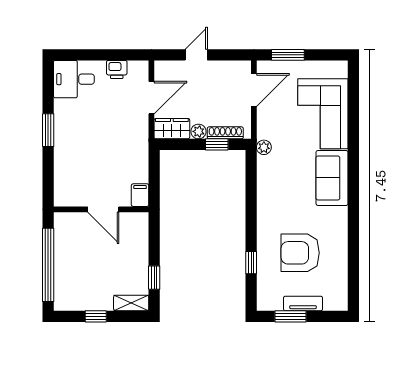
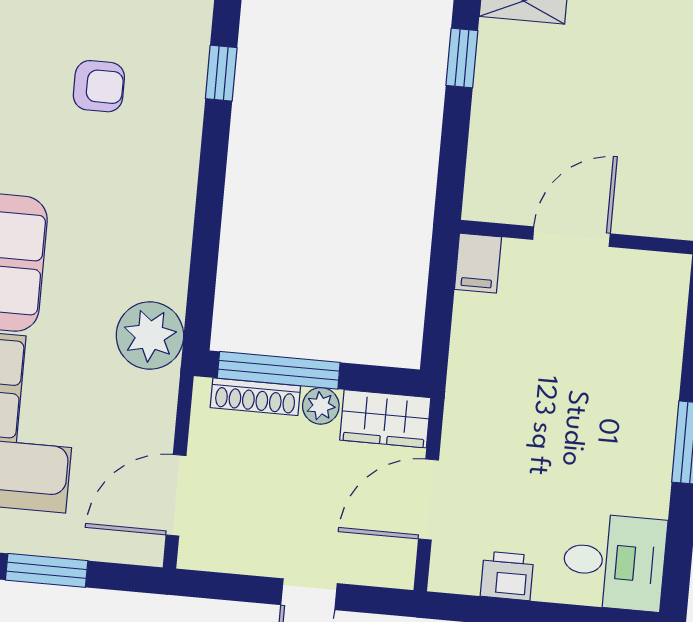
window: (288, 55) -> (47, 570), moved
window: (217, 144) -> (279, 370), width x2.17
plant: (264, 147) -> (150, 336), width x1.88, depth x1.88
door: (103, 209) -> (571, 237), hinge flipped
armchair: (300, 253) -> (99, 86), width x0.53, depth x0.53

